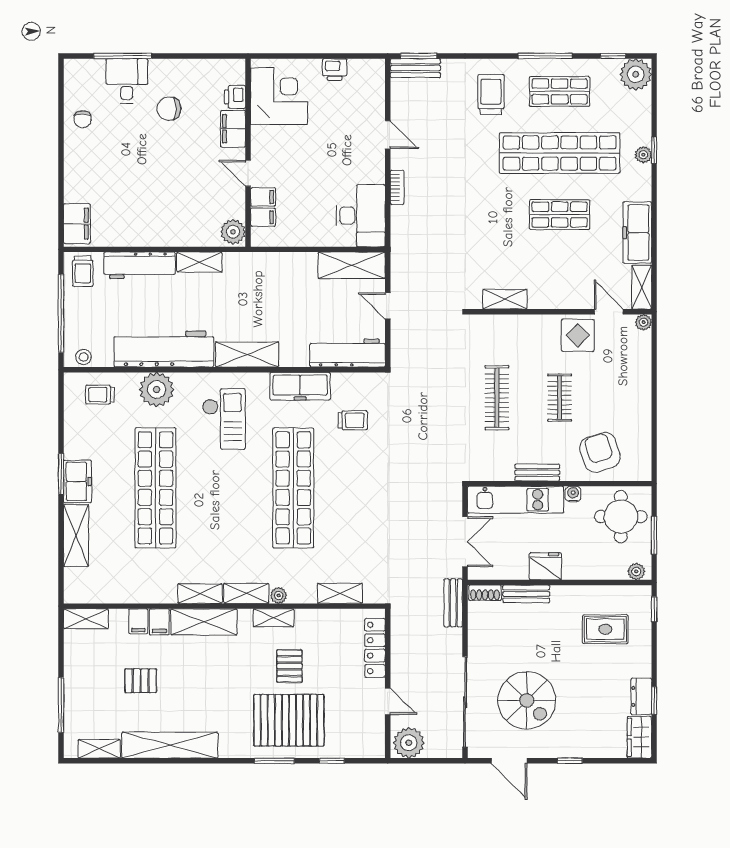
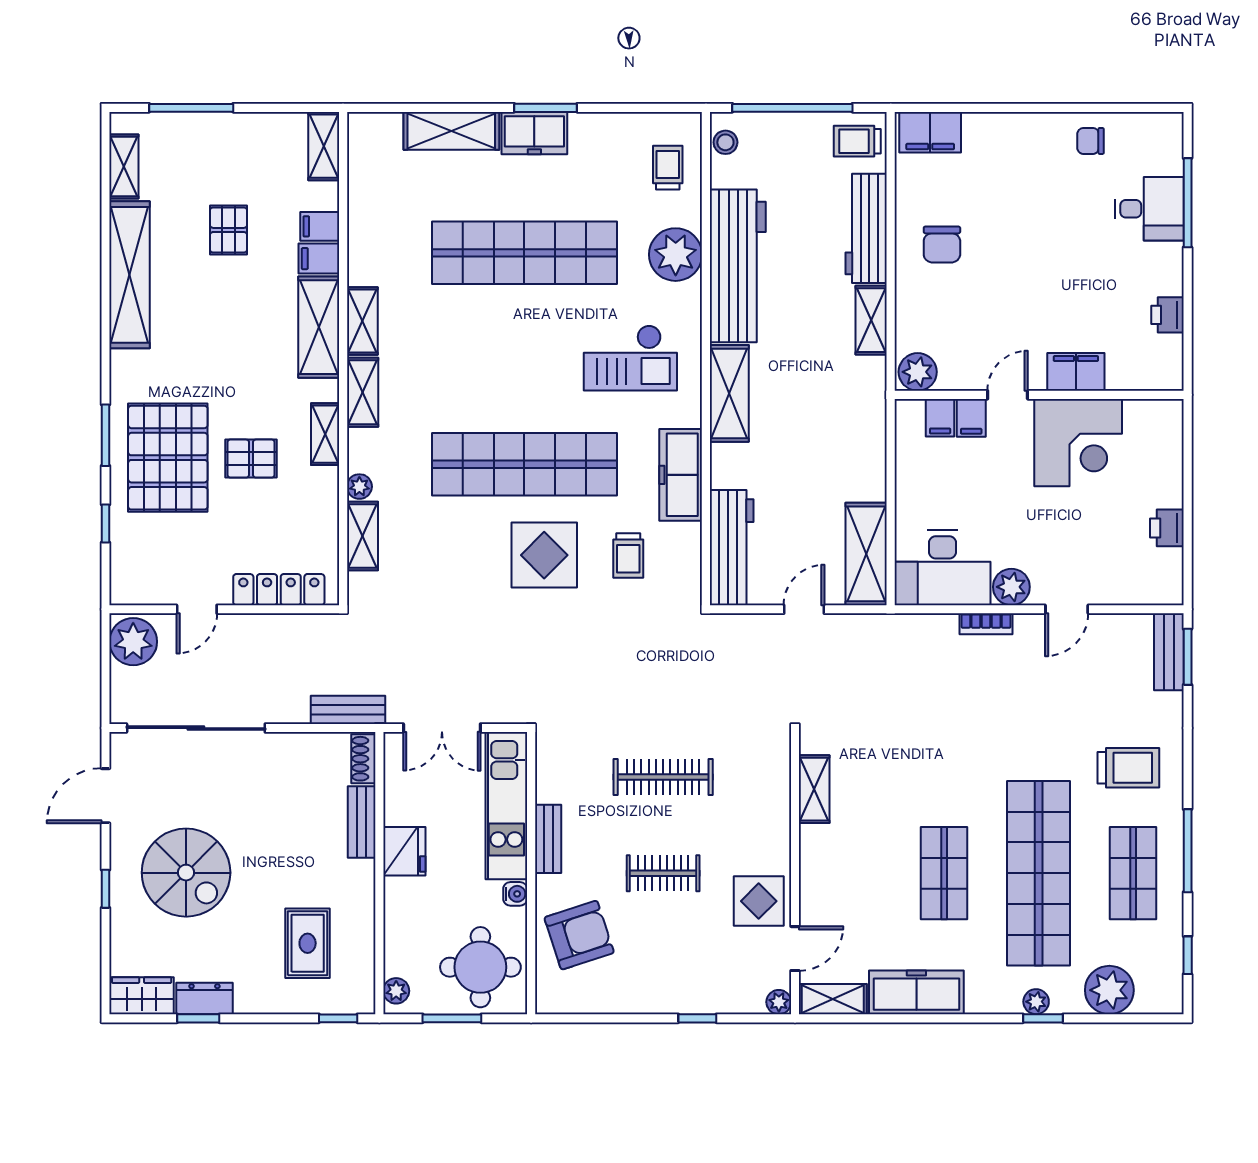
plant: (636, 74) -> (1109, 990), moved
corner desk: (279, 96) -> (1078, 443), moved
printer: (235, 97) -> (1167, 315), moved, turned -90
chair: (169, 109) -> (942, 244), moved, turned 180
plant: (373, 171) -> (1011, 587), added
window: (654, 375) -> (697, 1018), added
display table: (352, 475) -> (544, 555), added
plant: (279, 595) -> (359, 487), moved
spiral stairs: (527, 700) -> (186, 873), moved, turned -90

